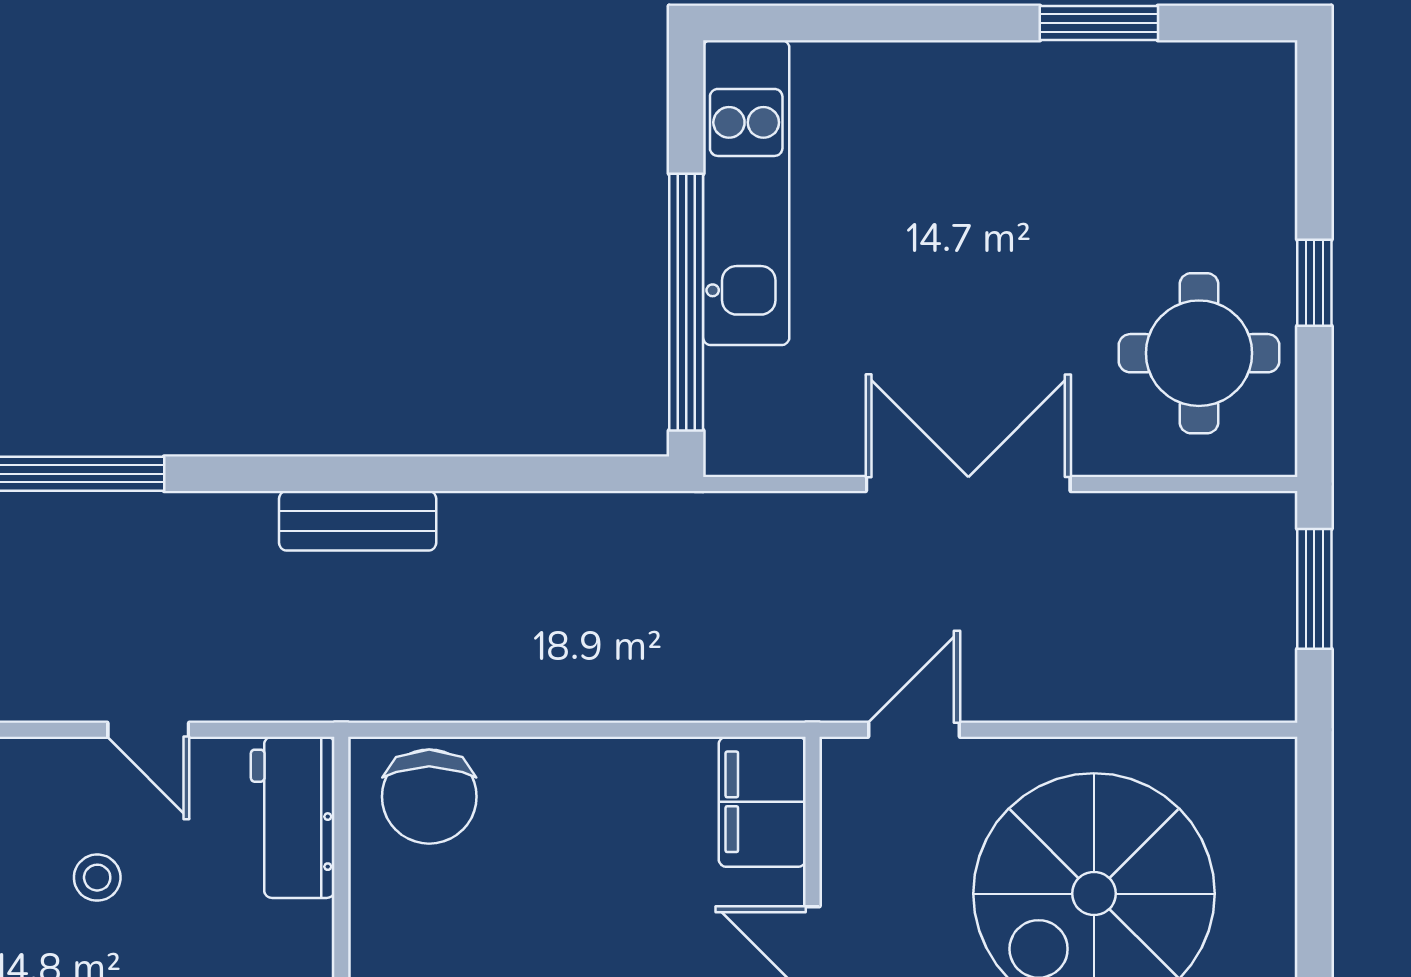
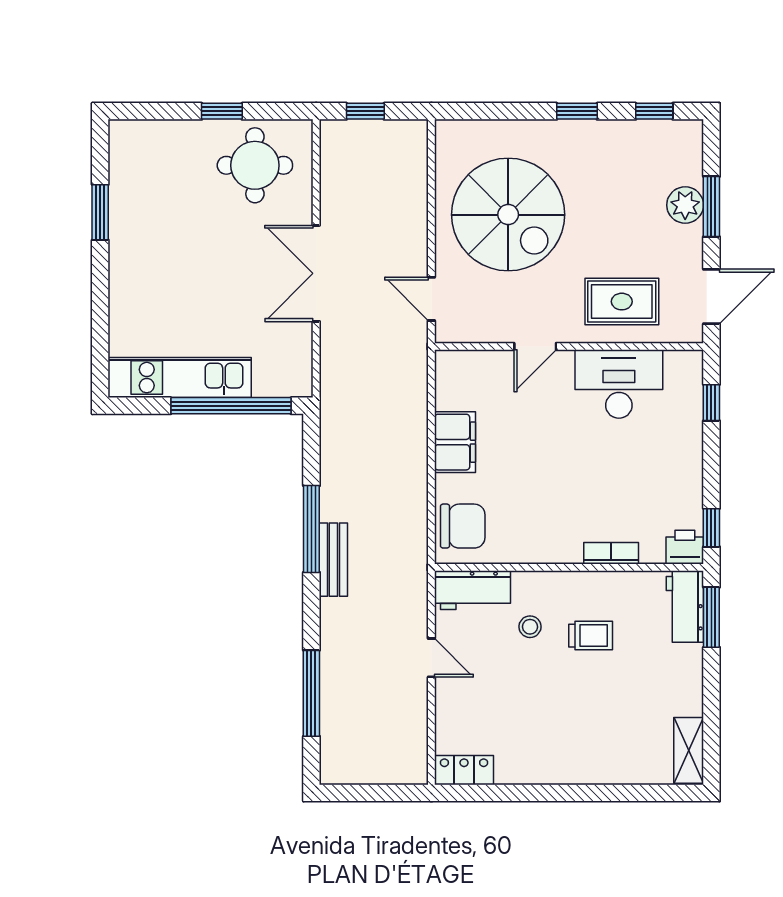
window: (423, 474) -> (311, 529), added
window: (1314, 589) -> (365, 111), width x0.67
door: (148, 730) -> (431, 658), hinge flipped
filing cabinet: (762, 802) -> (455, 442), moved, turned -90
stool: (97, 878) -> (530, 627), moved

